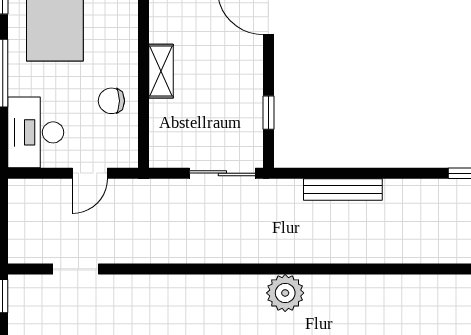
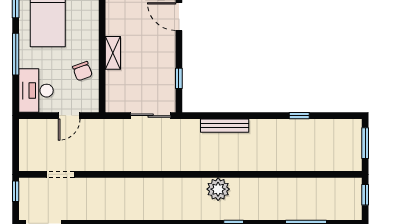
chair: (111, 101) -> (82, 71), turned -110
plant: (285, 293) -> (218, 189), moved

